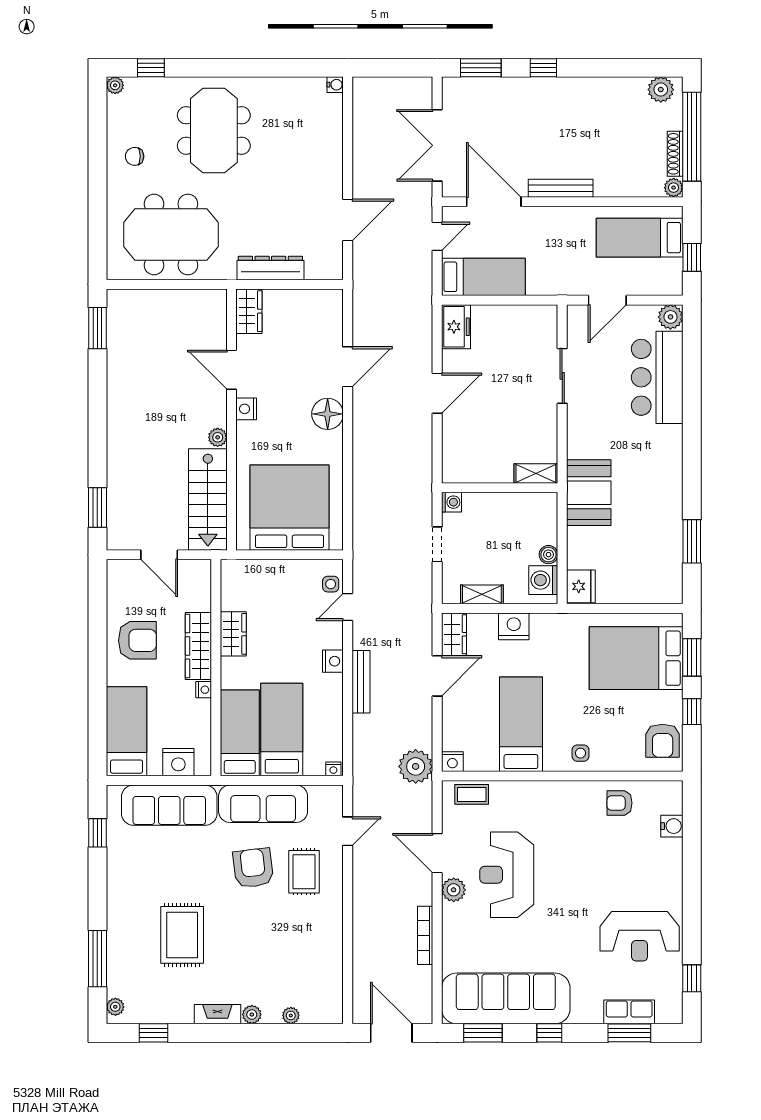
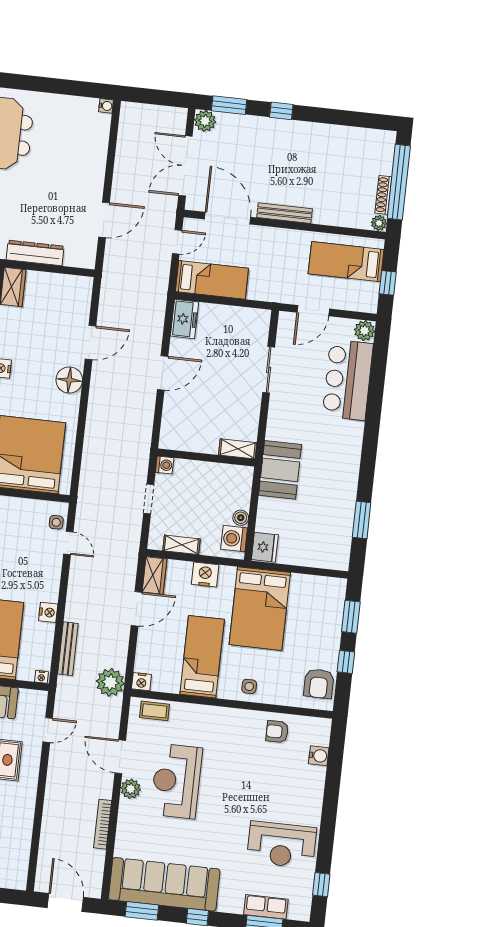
plant: (661, 90) -> (205, 121), moved
door: (348, 607) -> (68, 543), swing flipped
bed: (636, 658) -> (260, 609), moved, turned -90
nightstand: (333, 661) -> (48, 612), moved
bench: (361, 682) -> (68, 649), moved

